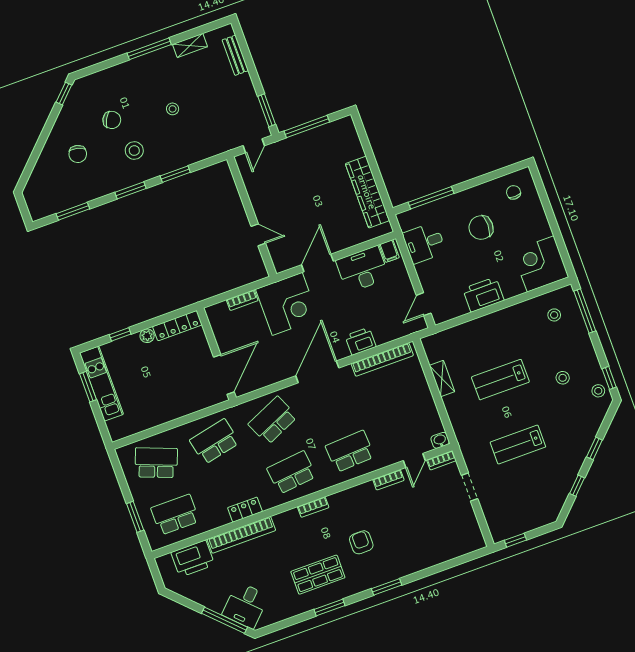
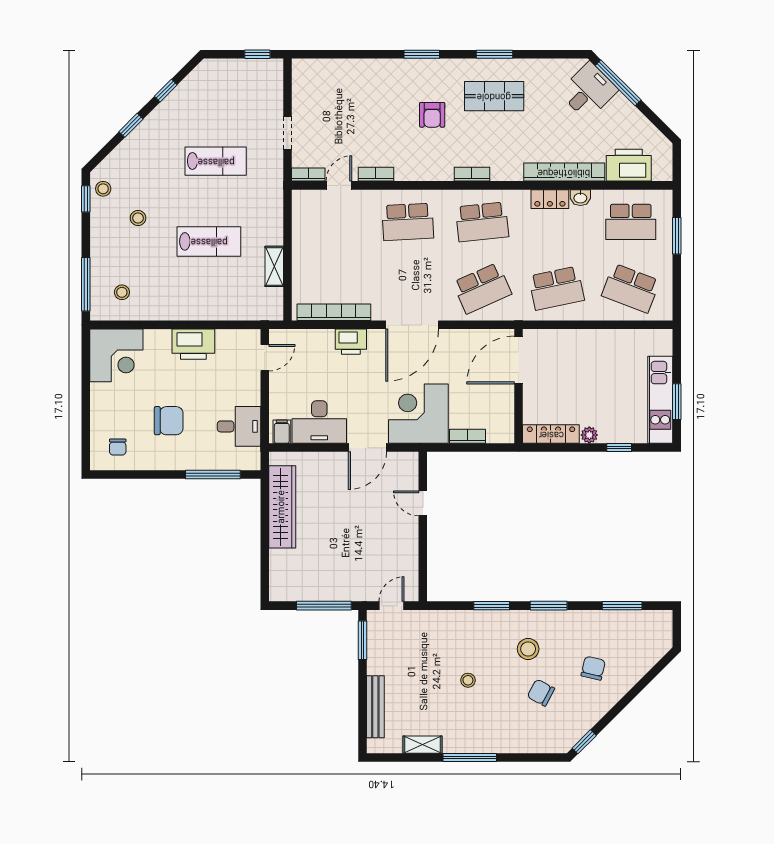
bench: (235, 55) -> (375, 707), width x1.36
washbasin: (440, 440) -> (580, 198), moved

